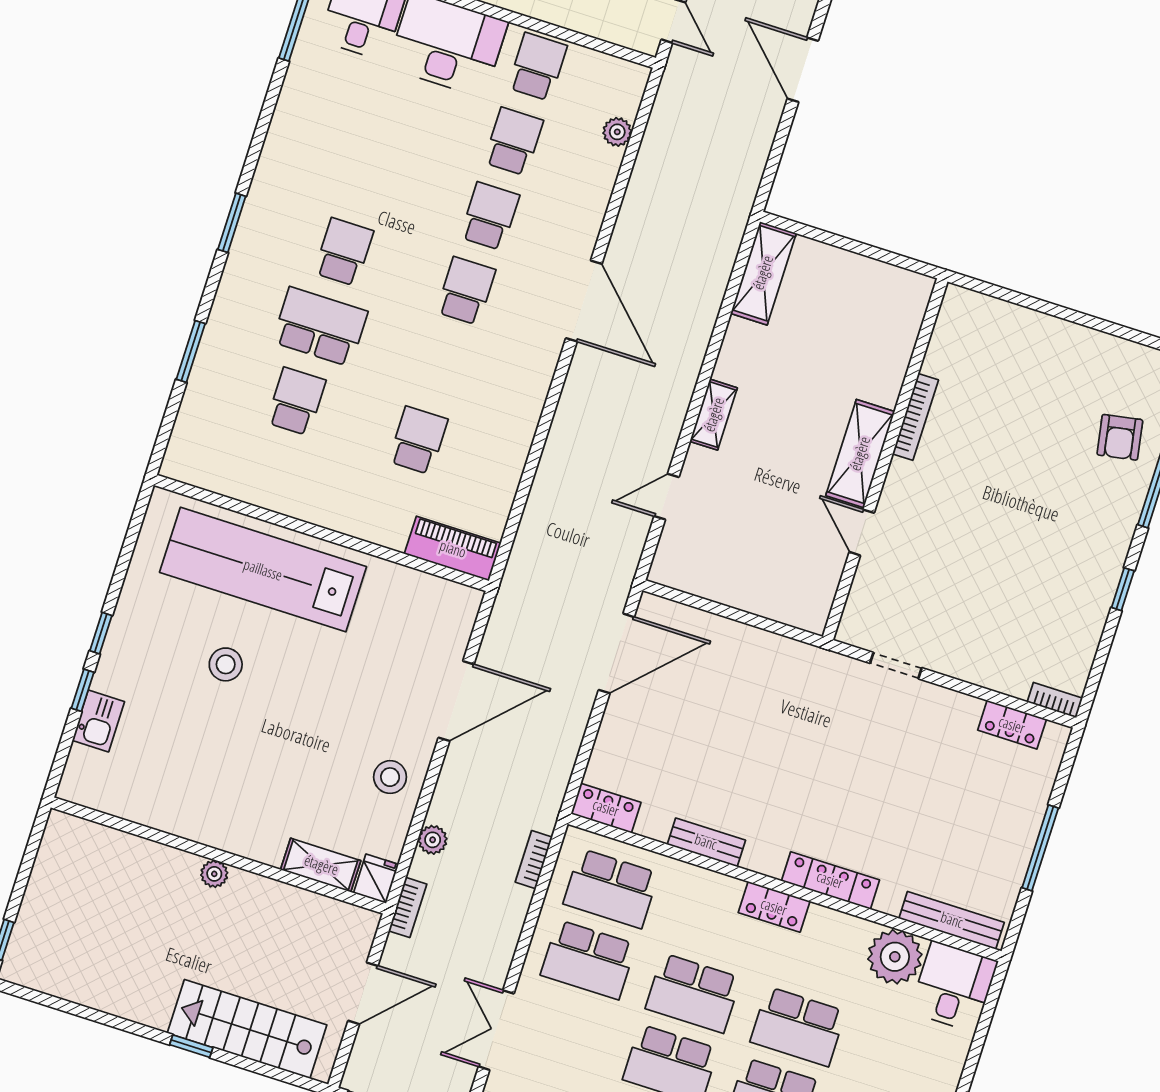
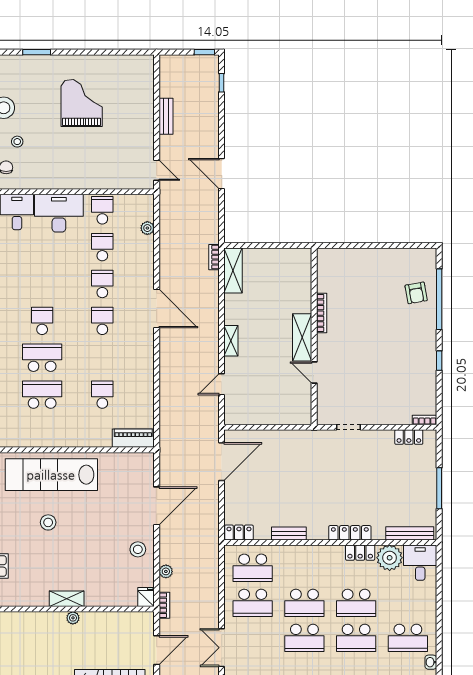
school desk: (296, 401) -> (42, 395), width x1.85
bookcase: (534, 860) -> (214, 257), moved
shelving: (321, 865) -> (67, 599), moved
locker: (774, 907) -> (360, 553), moved

